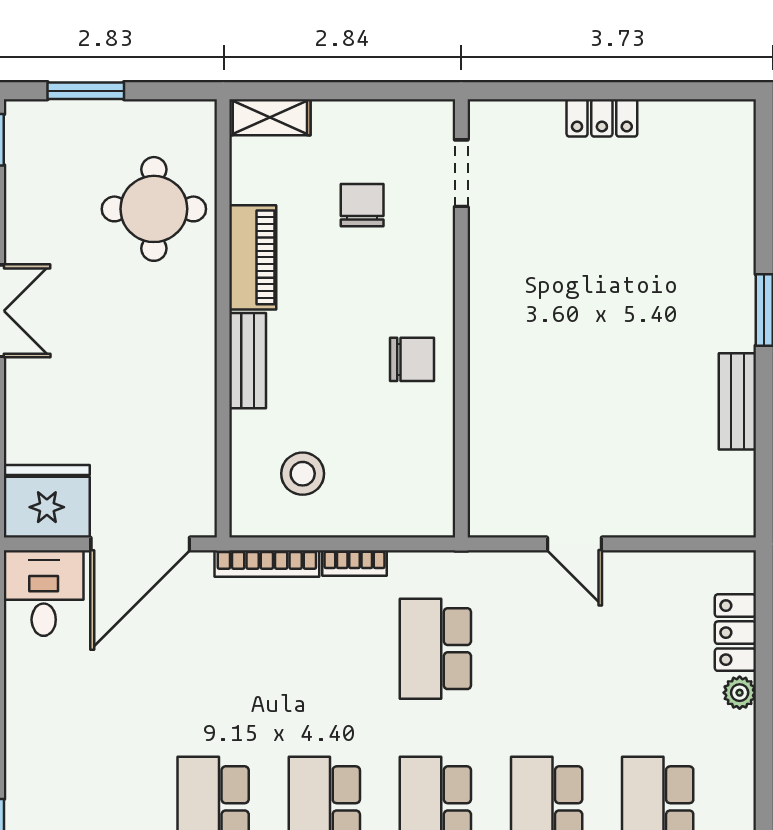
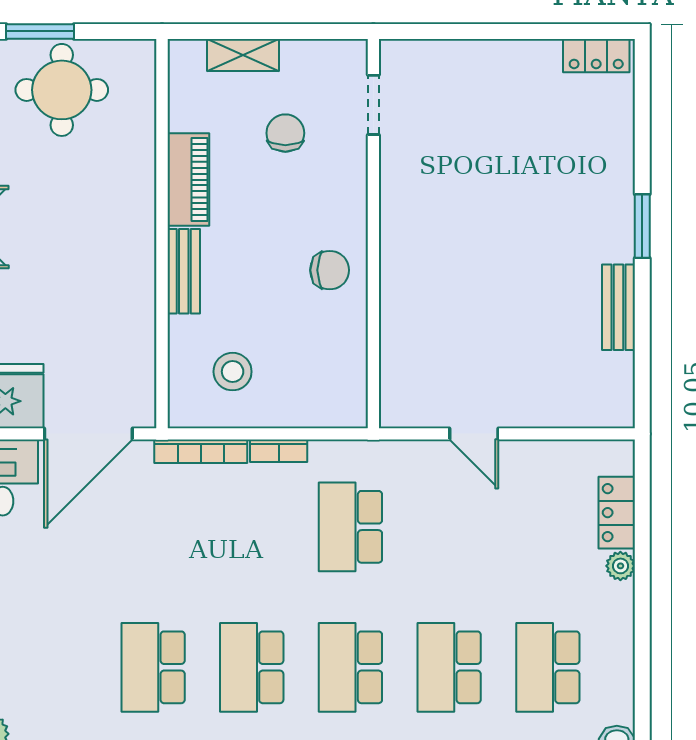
shelving: (270, 117) -> (243, 55), moved
locker: (602, 118) -> (596, 56), moved
round table: (154, 209) -> (62, 90), moved

